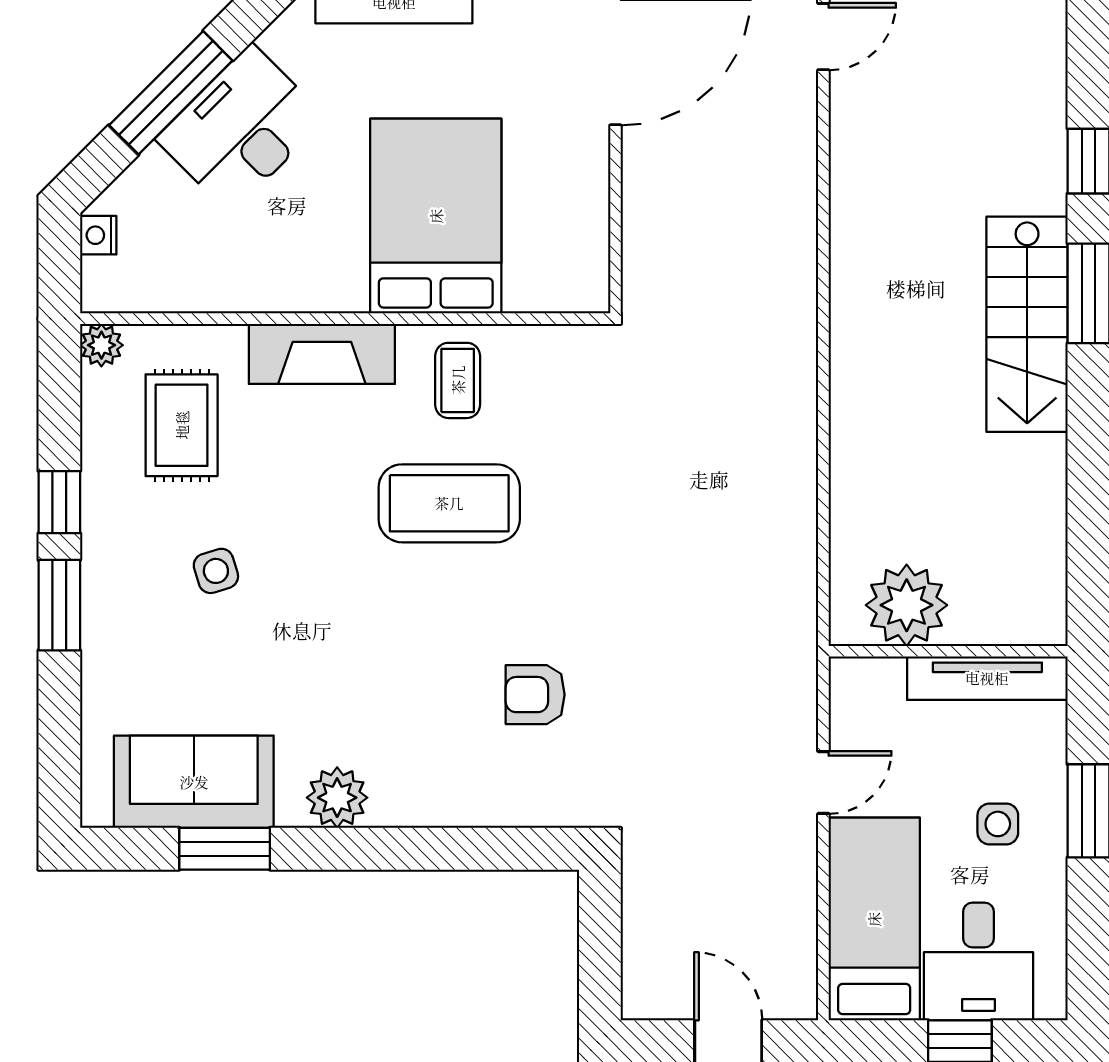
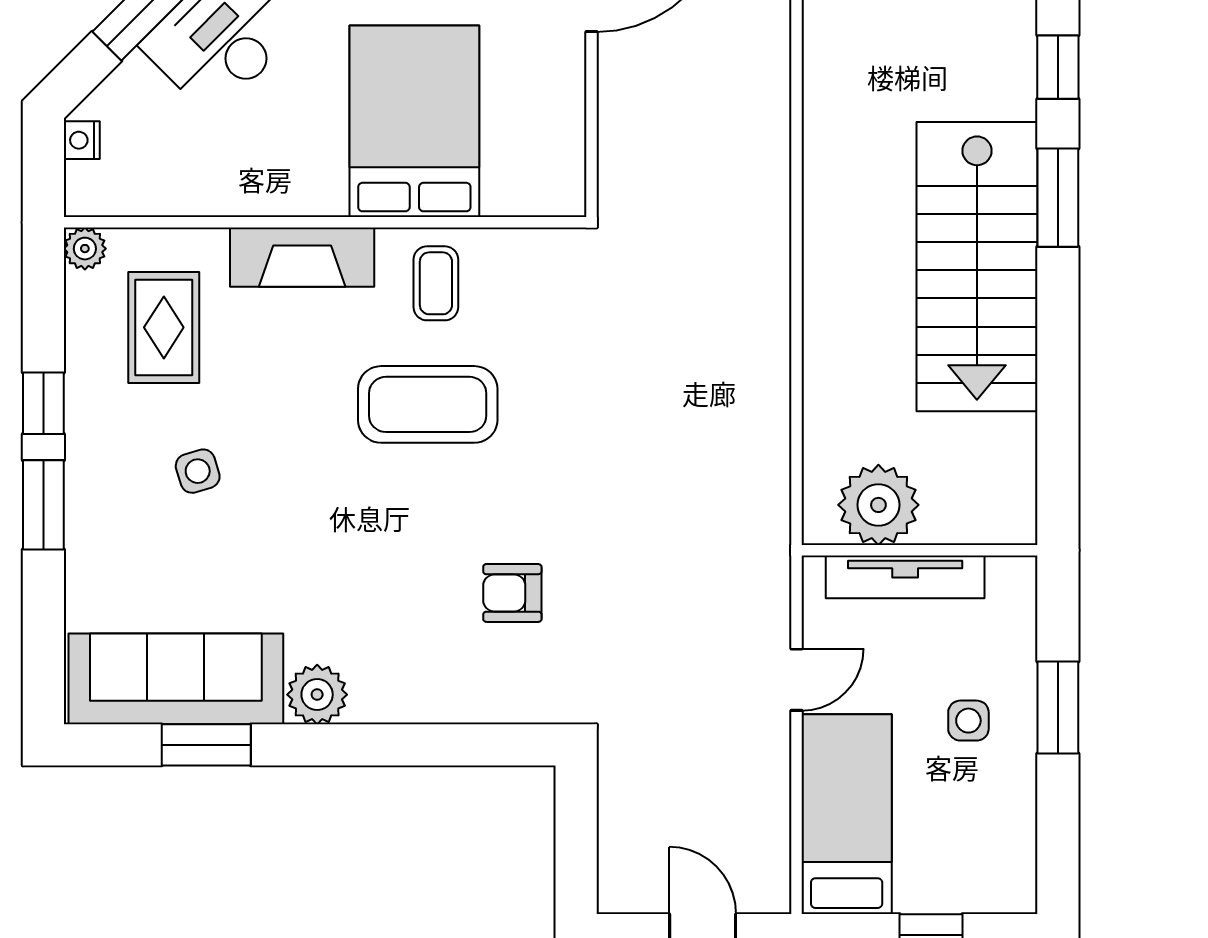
stairs: (1027, 324) -> (977, 267), width x1.36, depth x1.51
tv unit: (987, 678) -> (905, 577), moved
sofa: (194, 782) -> (176, 679), width x1.36
desk: (978, 961) -> (949, 856), removed

